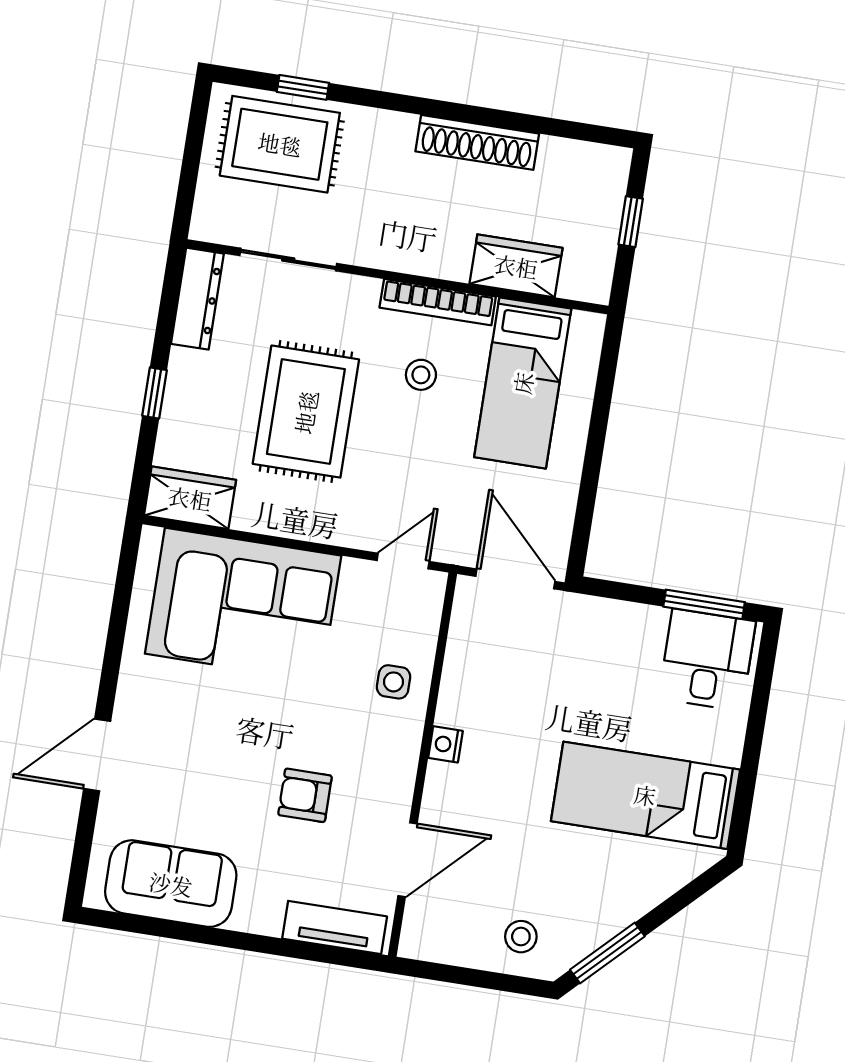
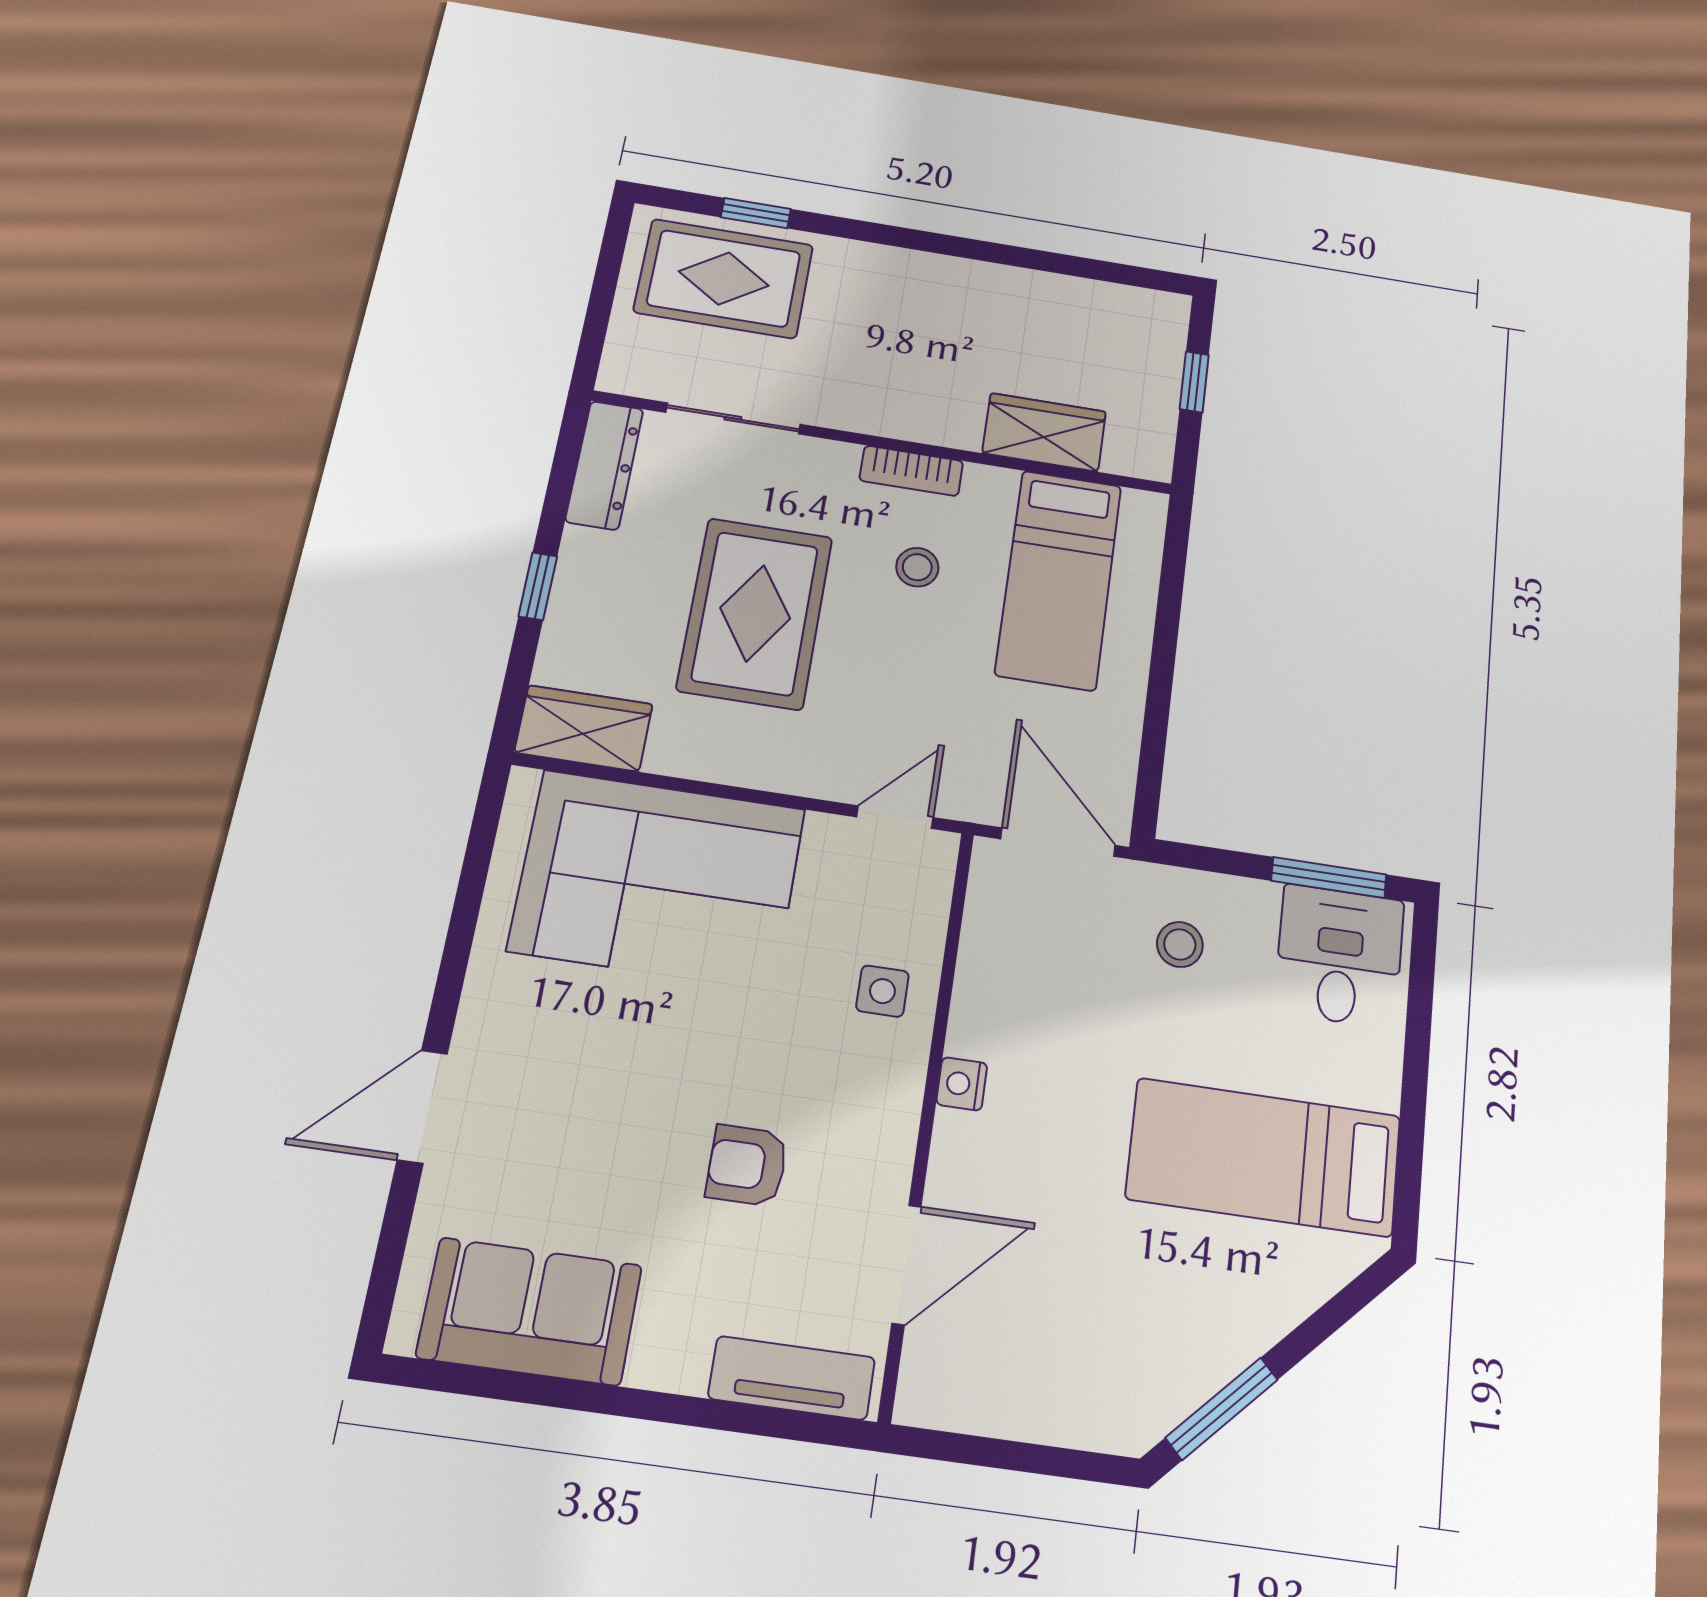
shoe rack: (477, 142) -> (988, 283), removed
bookcase: (438, 302) -> (911, 471), width x0.64
stool: (521, 937) -> (1180, 944), moved

